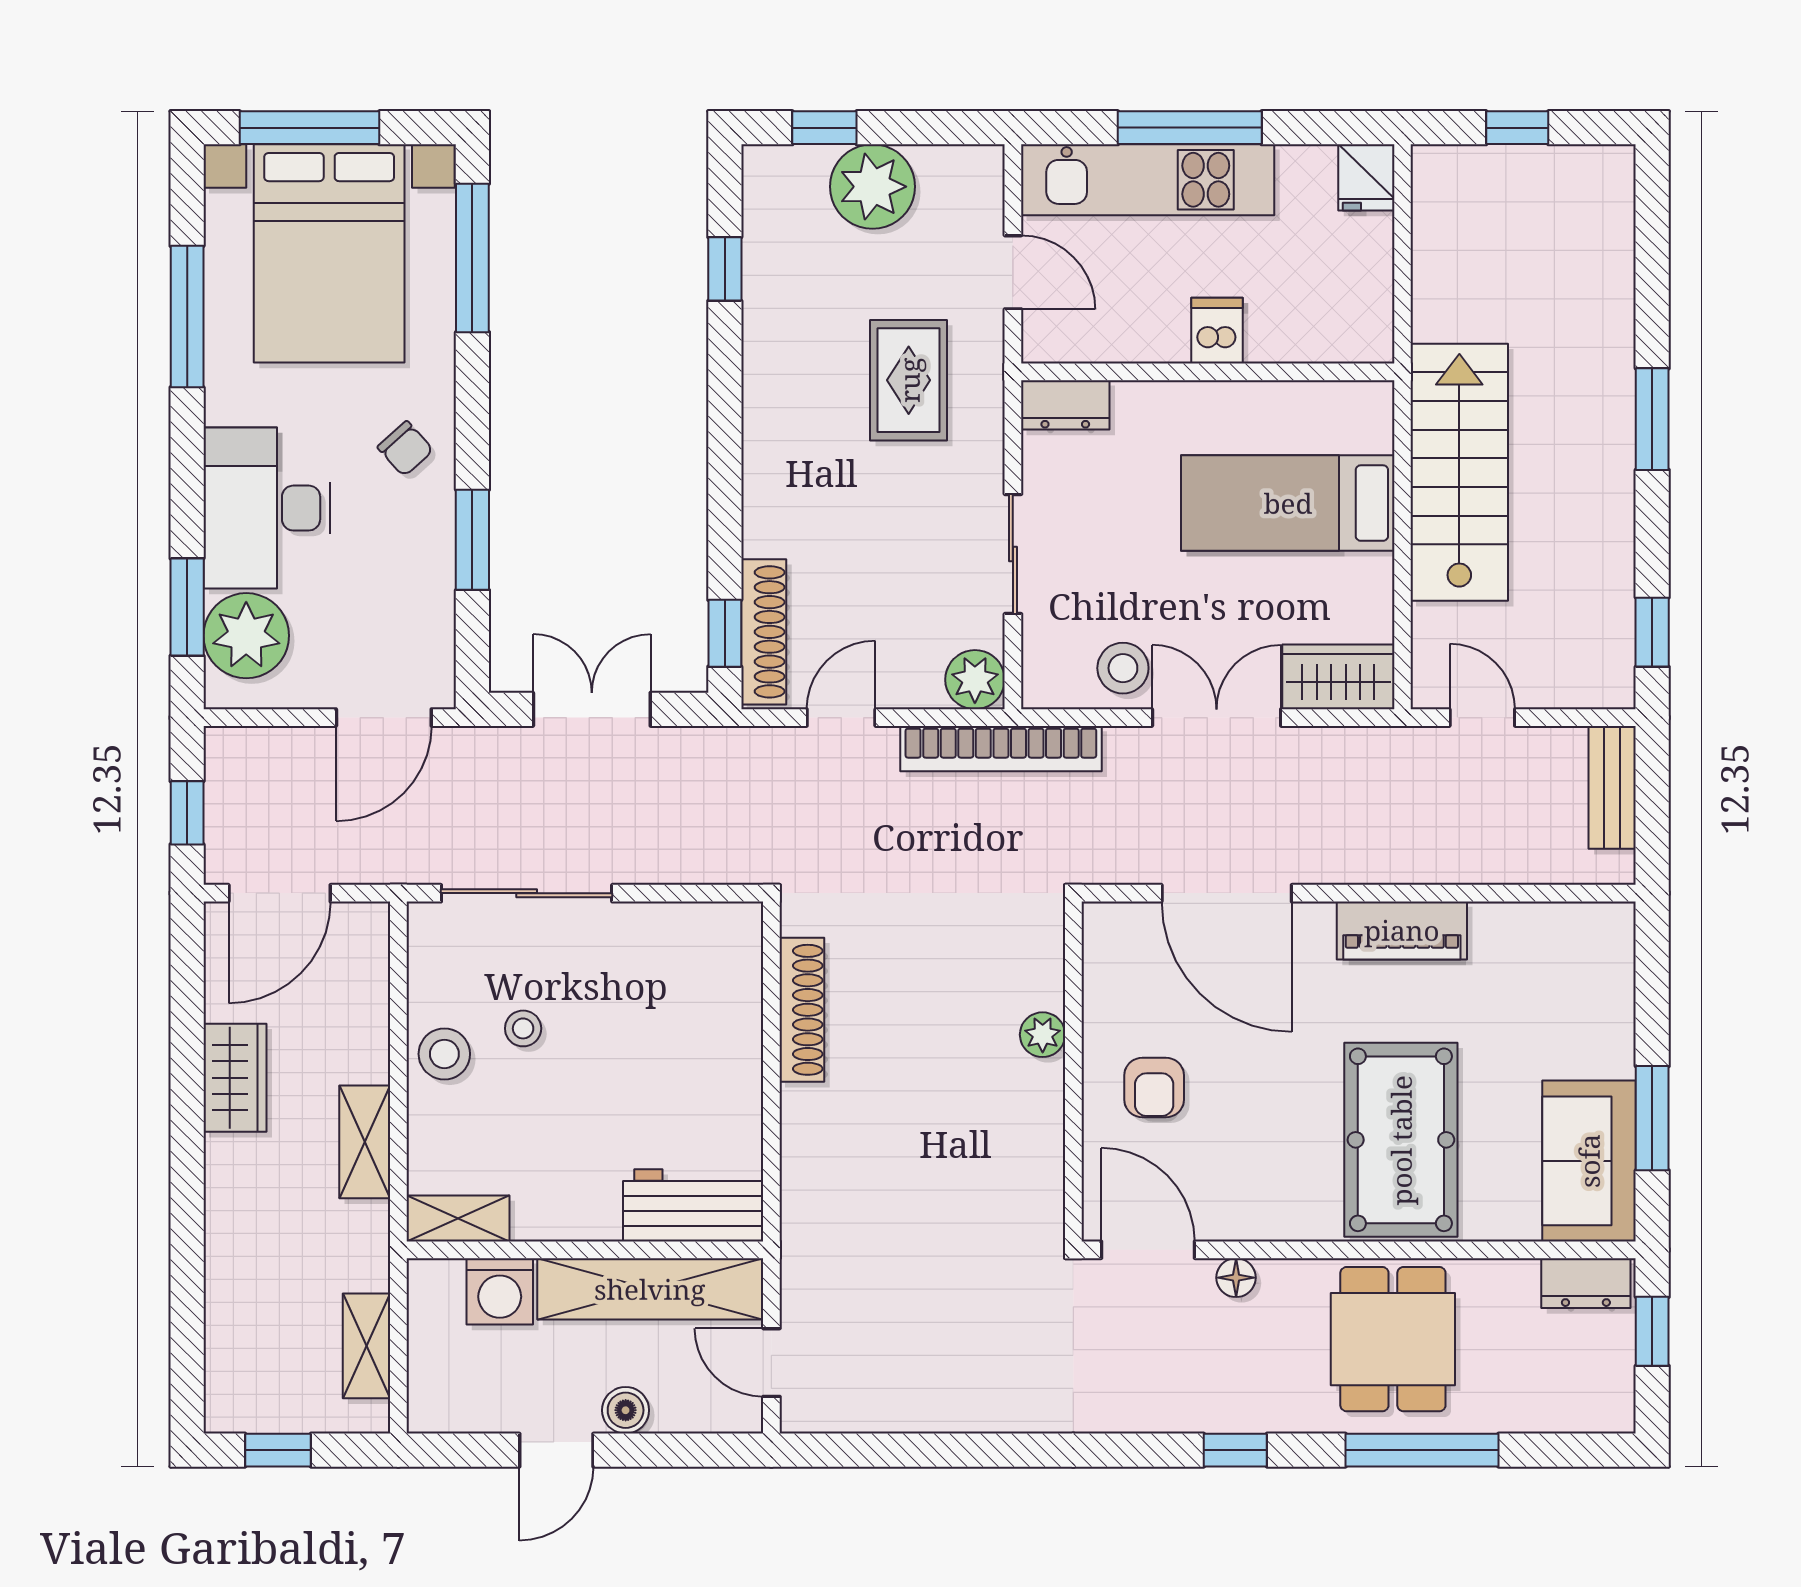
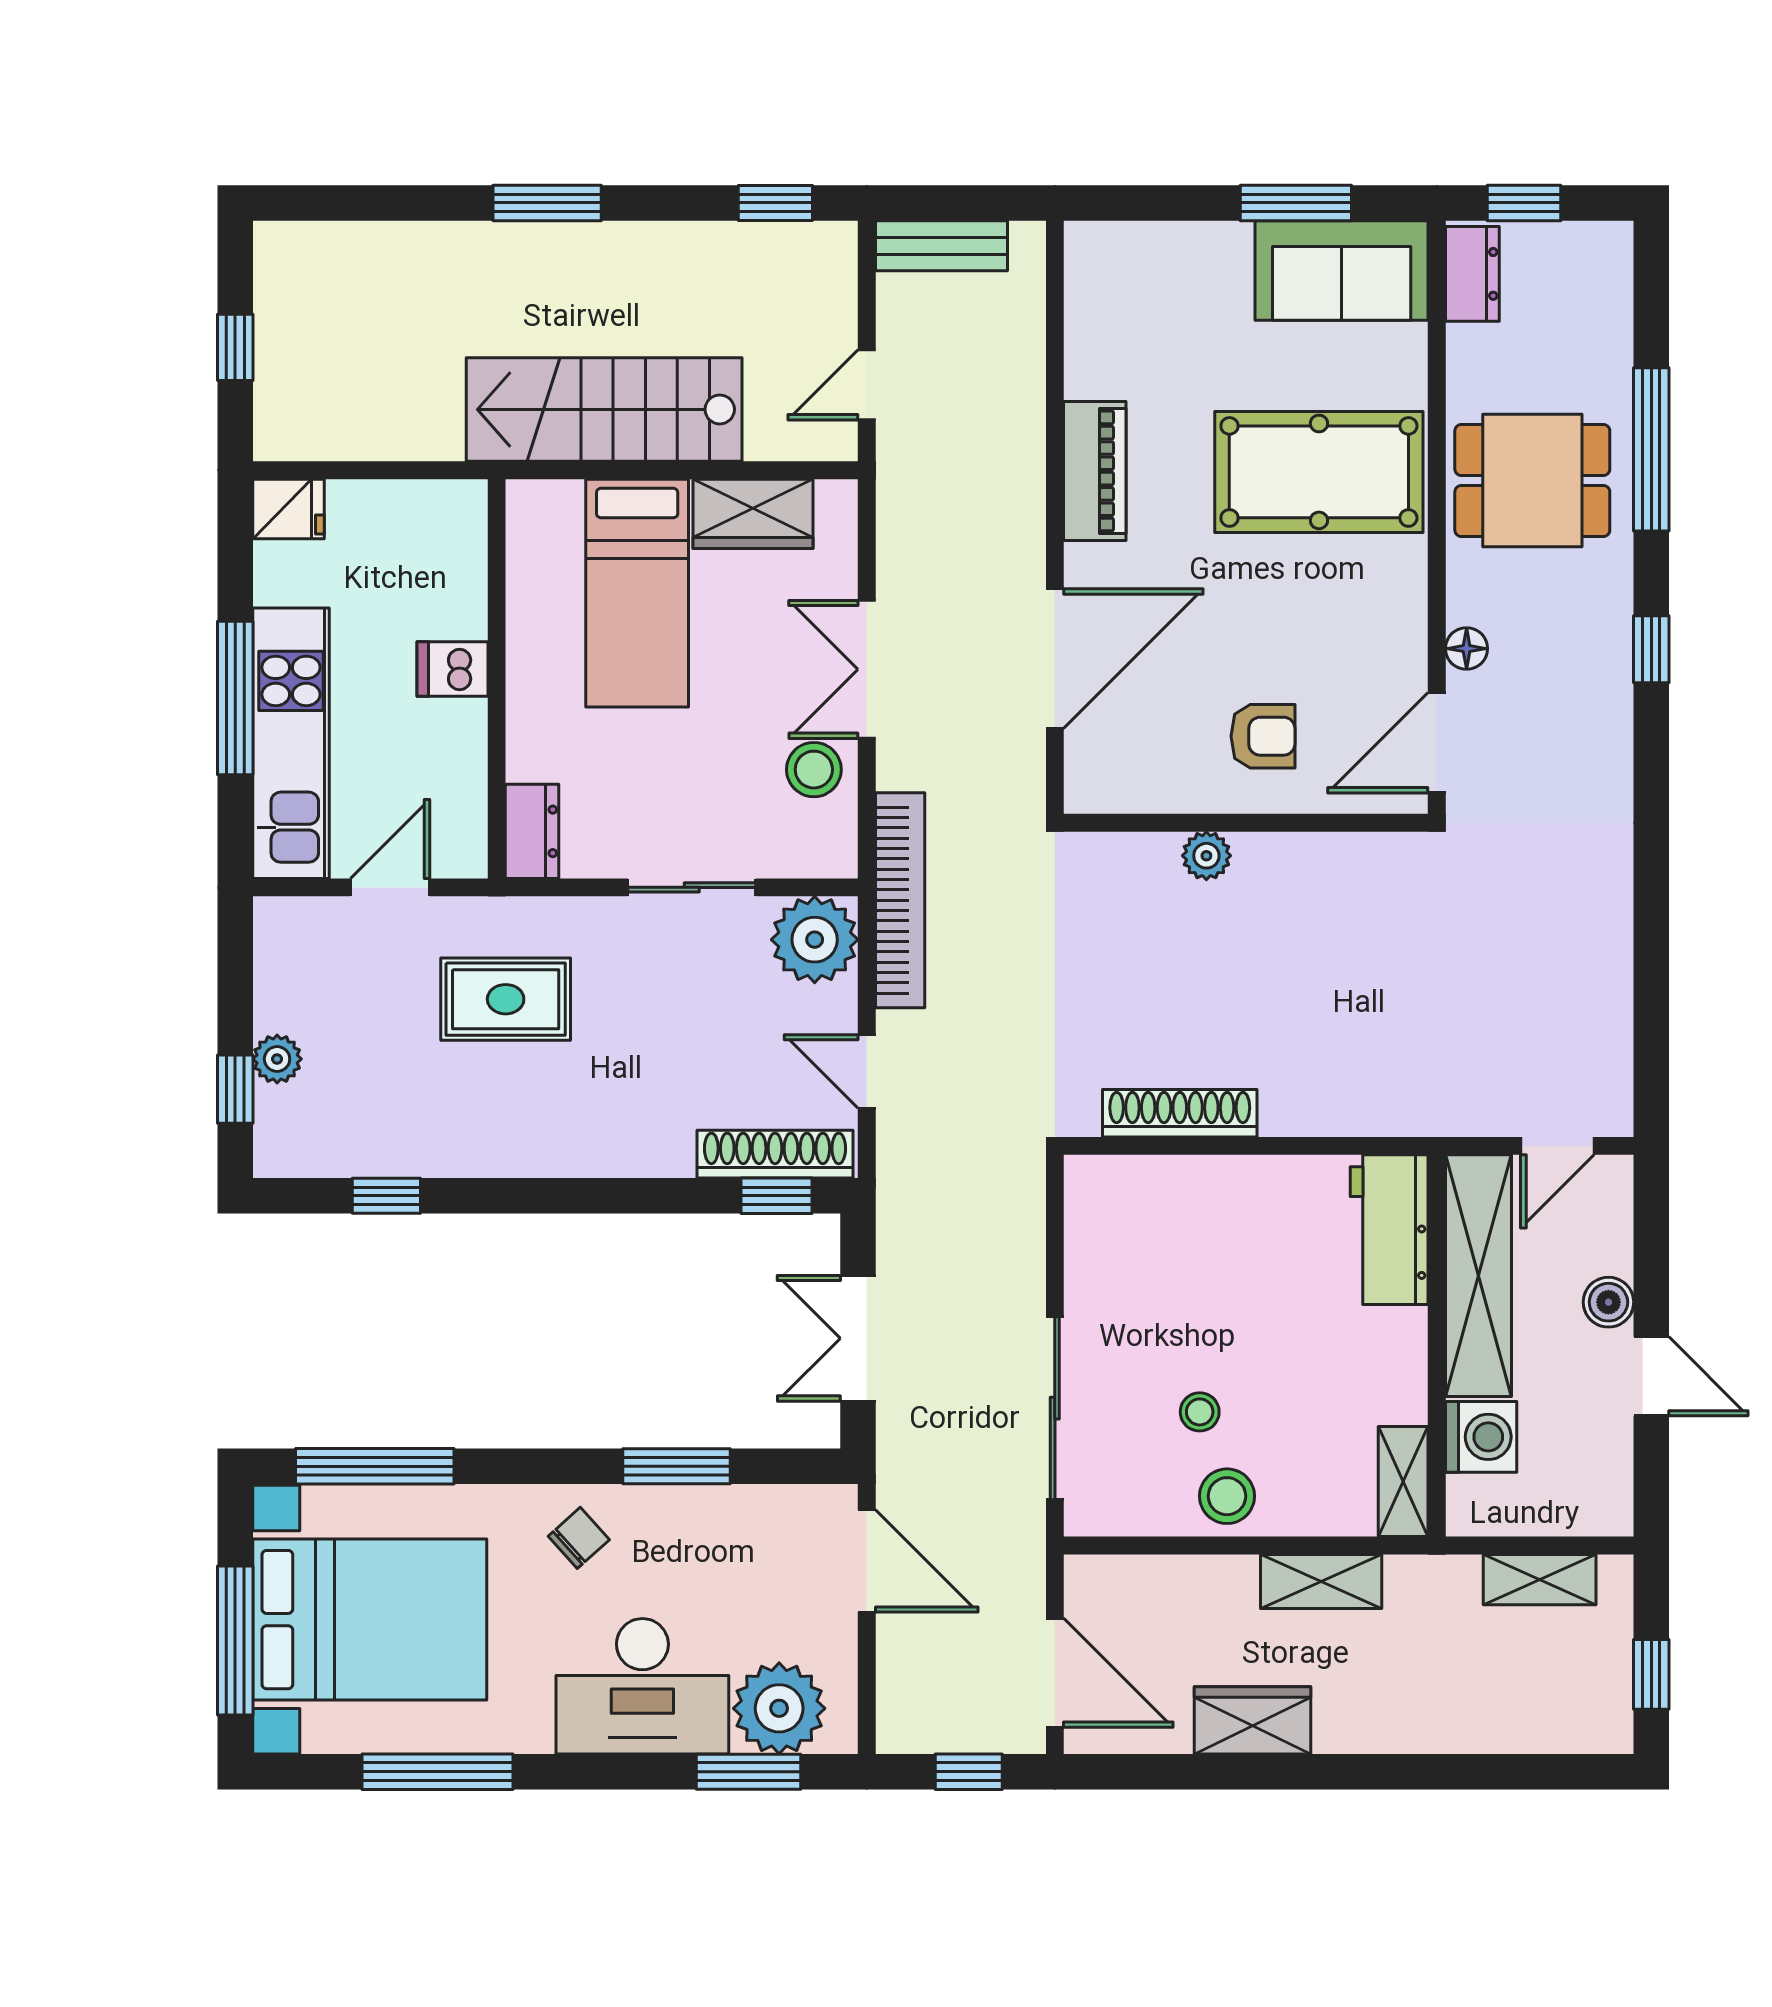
plant: (872, 187) -> (277, 1059), width x0.53, depth x0.53
wardrobe: (1338, 677) -> (753, 514), moved, turned -90
plant: (975, 680) -> (815, 940), width x1.36, depth x1.36

